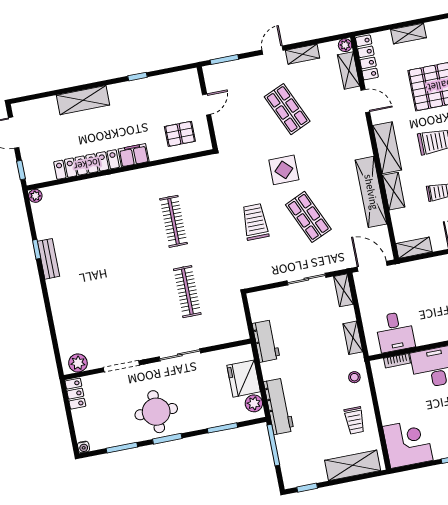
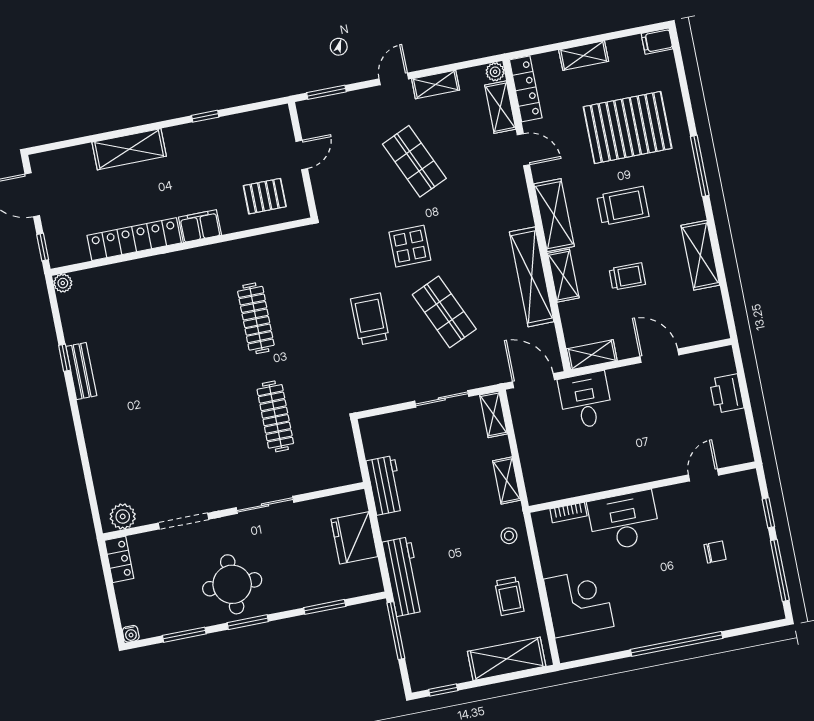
desk: (395, 332) -> (586, 401), moved, turned 180
plant: (254, 403) -> (369, 572), removed
corner desk: (408, 443) -> (579, 603), moved

